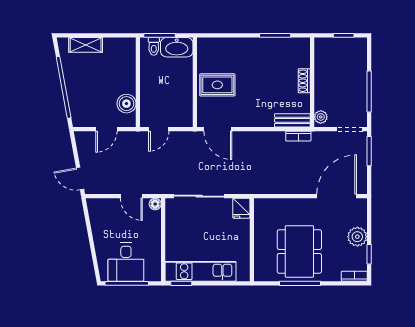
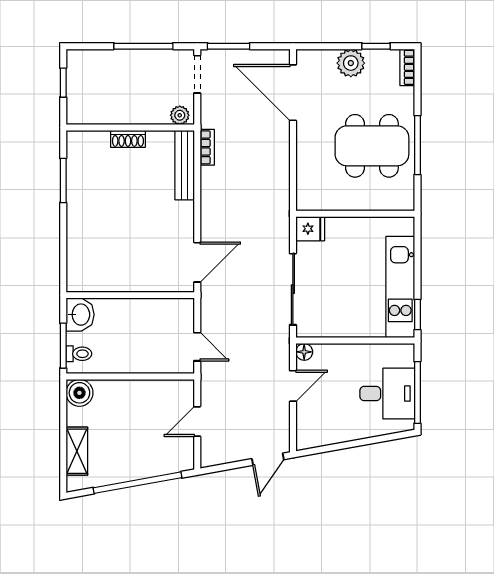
washbasin: (177, 47) -> (80, 315), width x0.72
rug: (217, 85) -> (134, 263), removed
boiler: (126, 104) -> (79, 393), moved
bench: (292, 120) -> (185, 165), width x1.36
door: (106, 129) -> (197, 421), swing flipped

